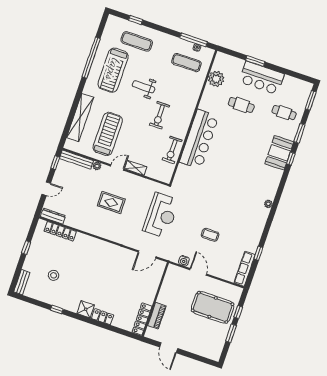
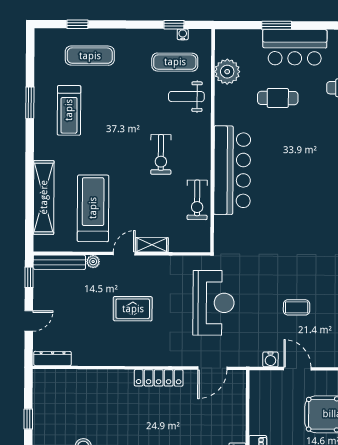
window: (194, 40) -> (174, 25), width x0.46
window: (91, 58) -> (30, 103), width x0.47
treadmill: (113, 70) -> (69, 110), width x0.73, depth x0.73
weight bench: (144, 87) -> (186, 97), moved
locker: (60, 231) -> (159, 378), moved

